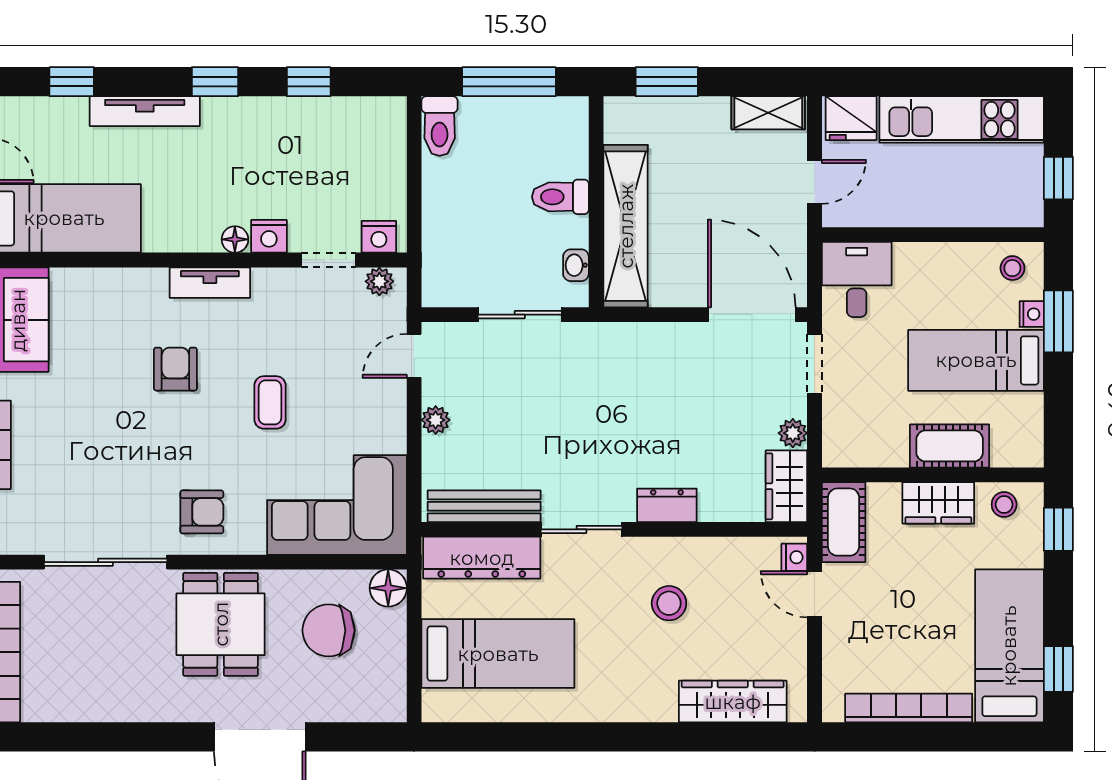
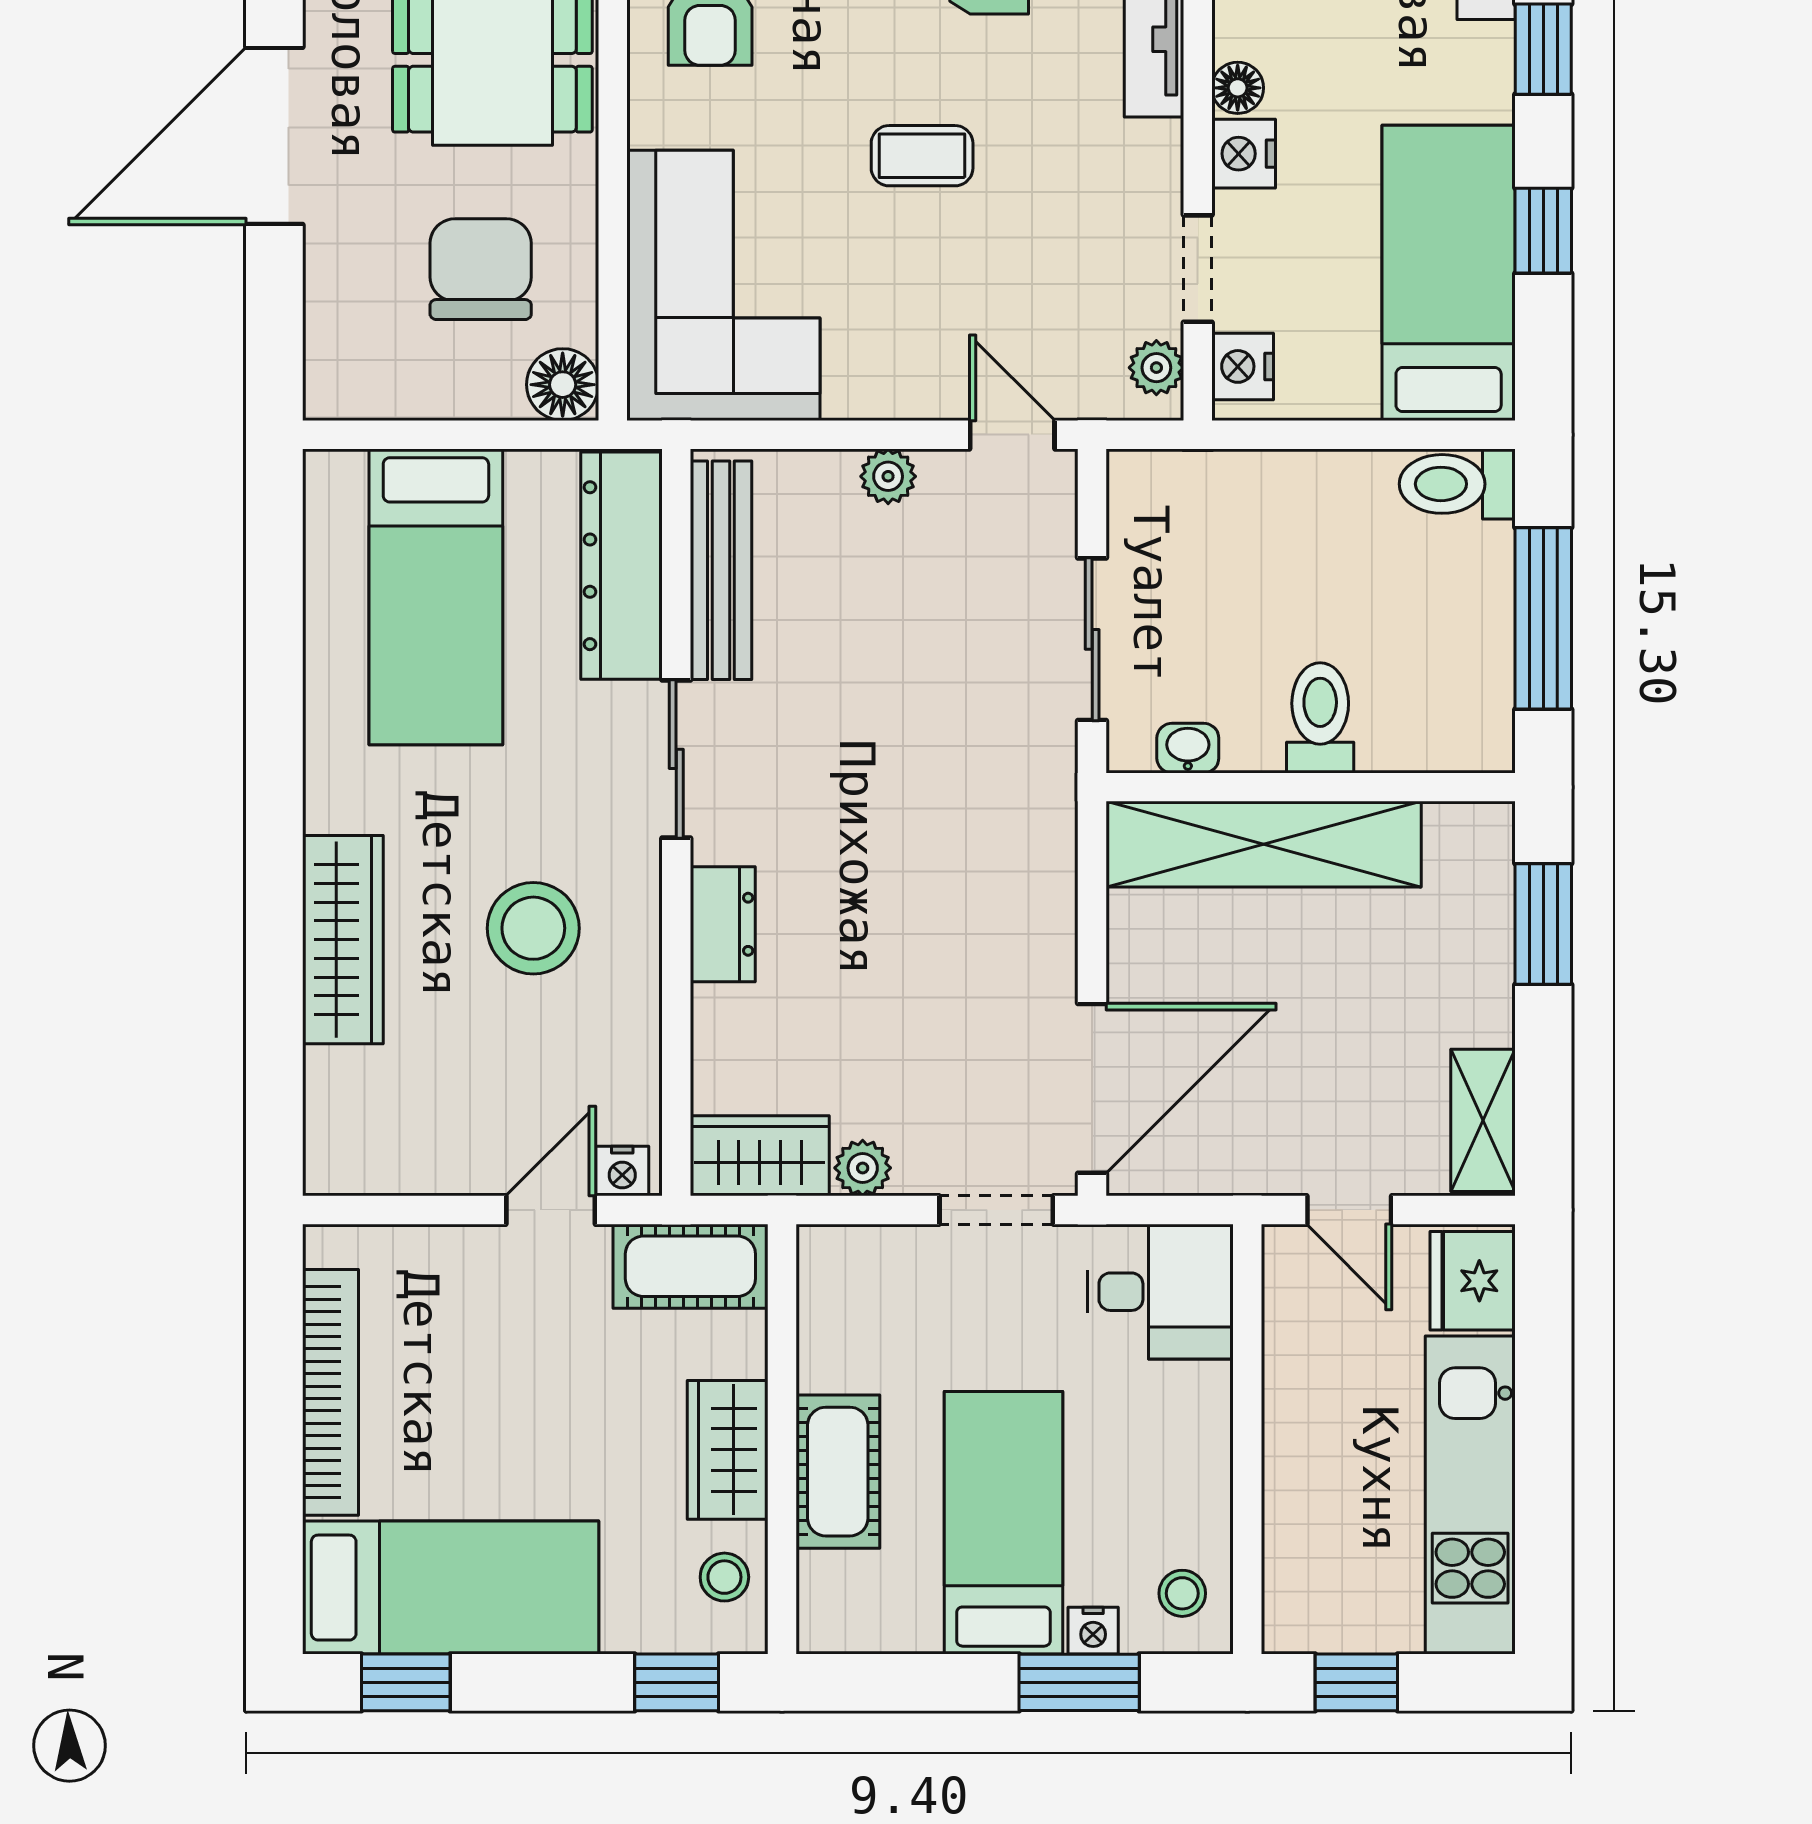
bed: (331, 131) -> (1449, 273), added
stool: (669, 603) -> (533, 928), width x1.38, depth x1.38
wardrobe: (733, 702) -> (343, 940), moved

